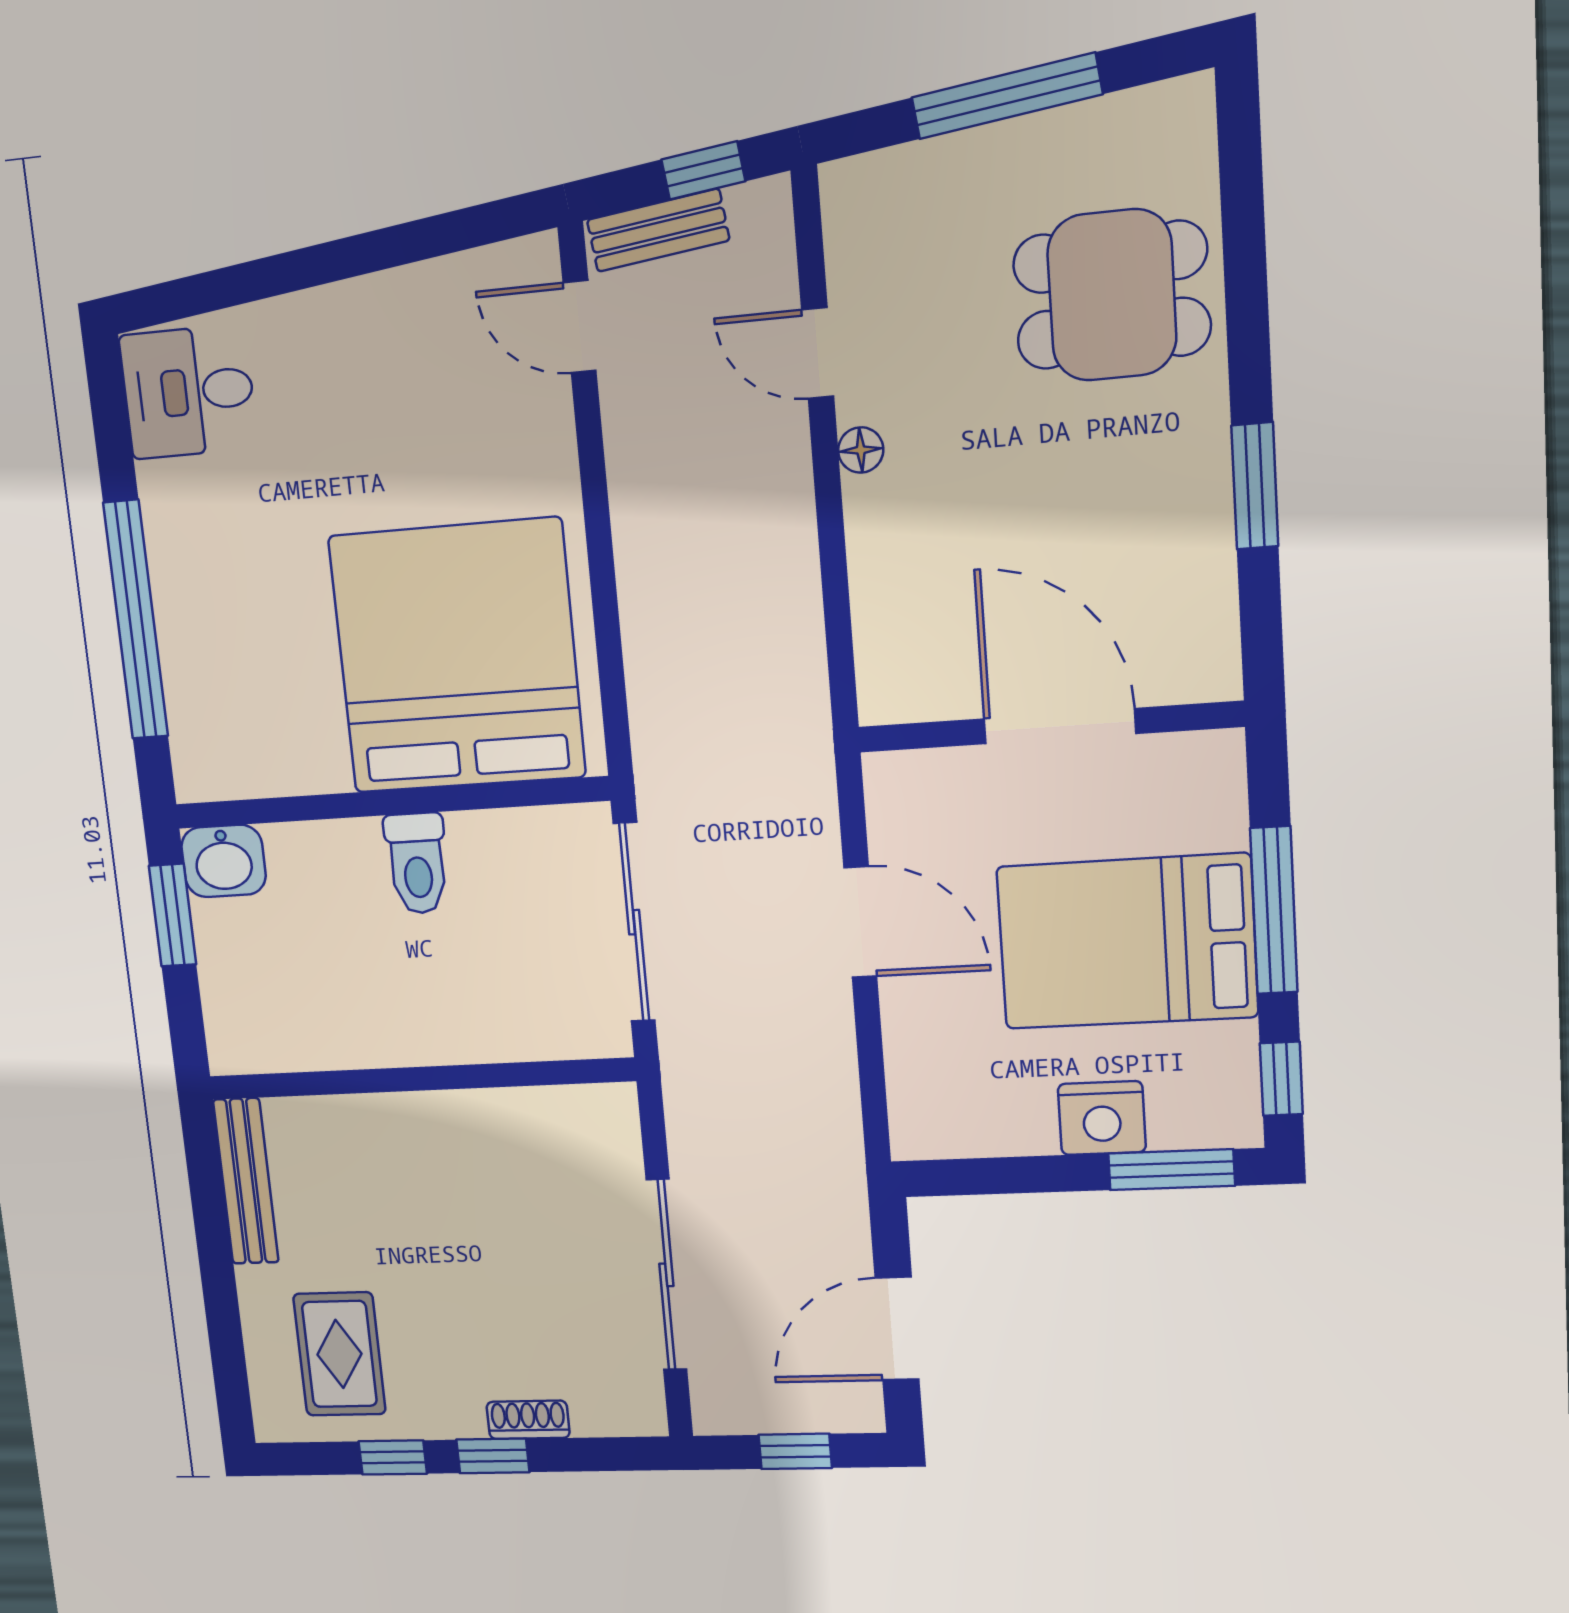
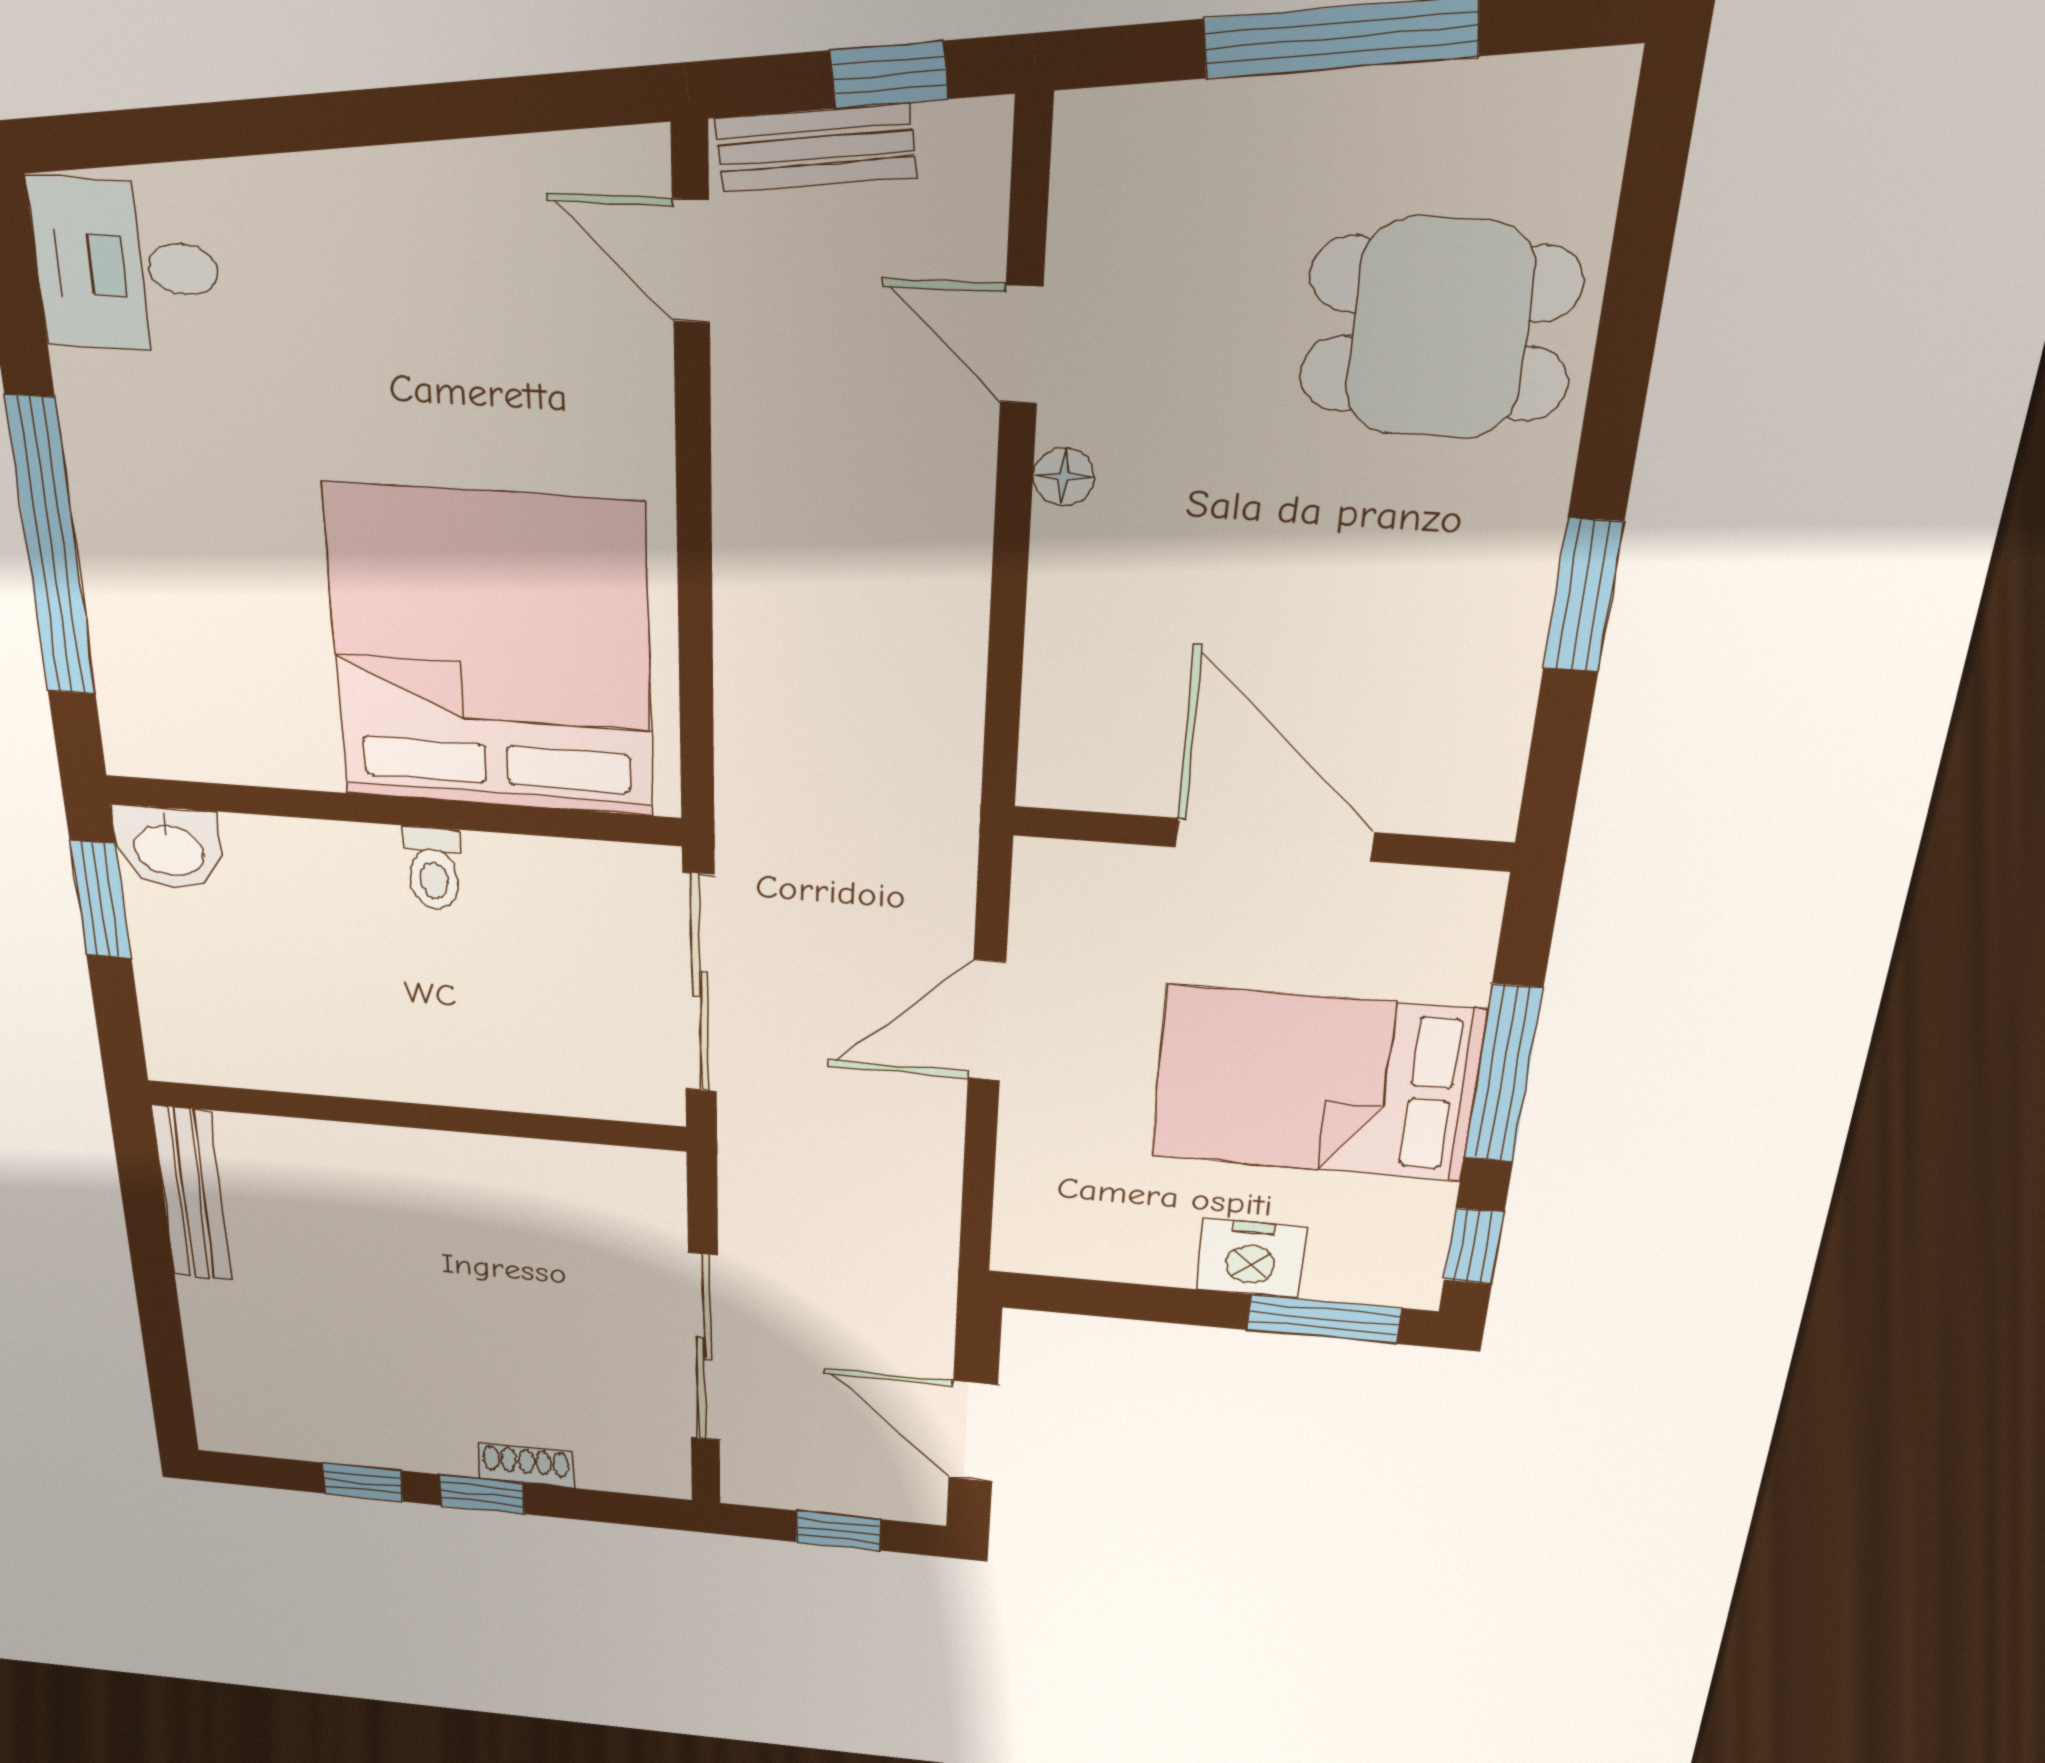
toilet: (417, 863) -> (433, 869), width x0.73, depth x0.72
door: (860, 922) -> (987, 1021), swing flipped
door: (897, 1329) -> (973, 1432), hinge flipped
rug: (339, 1354) -> (303, 1378), removed

